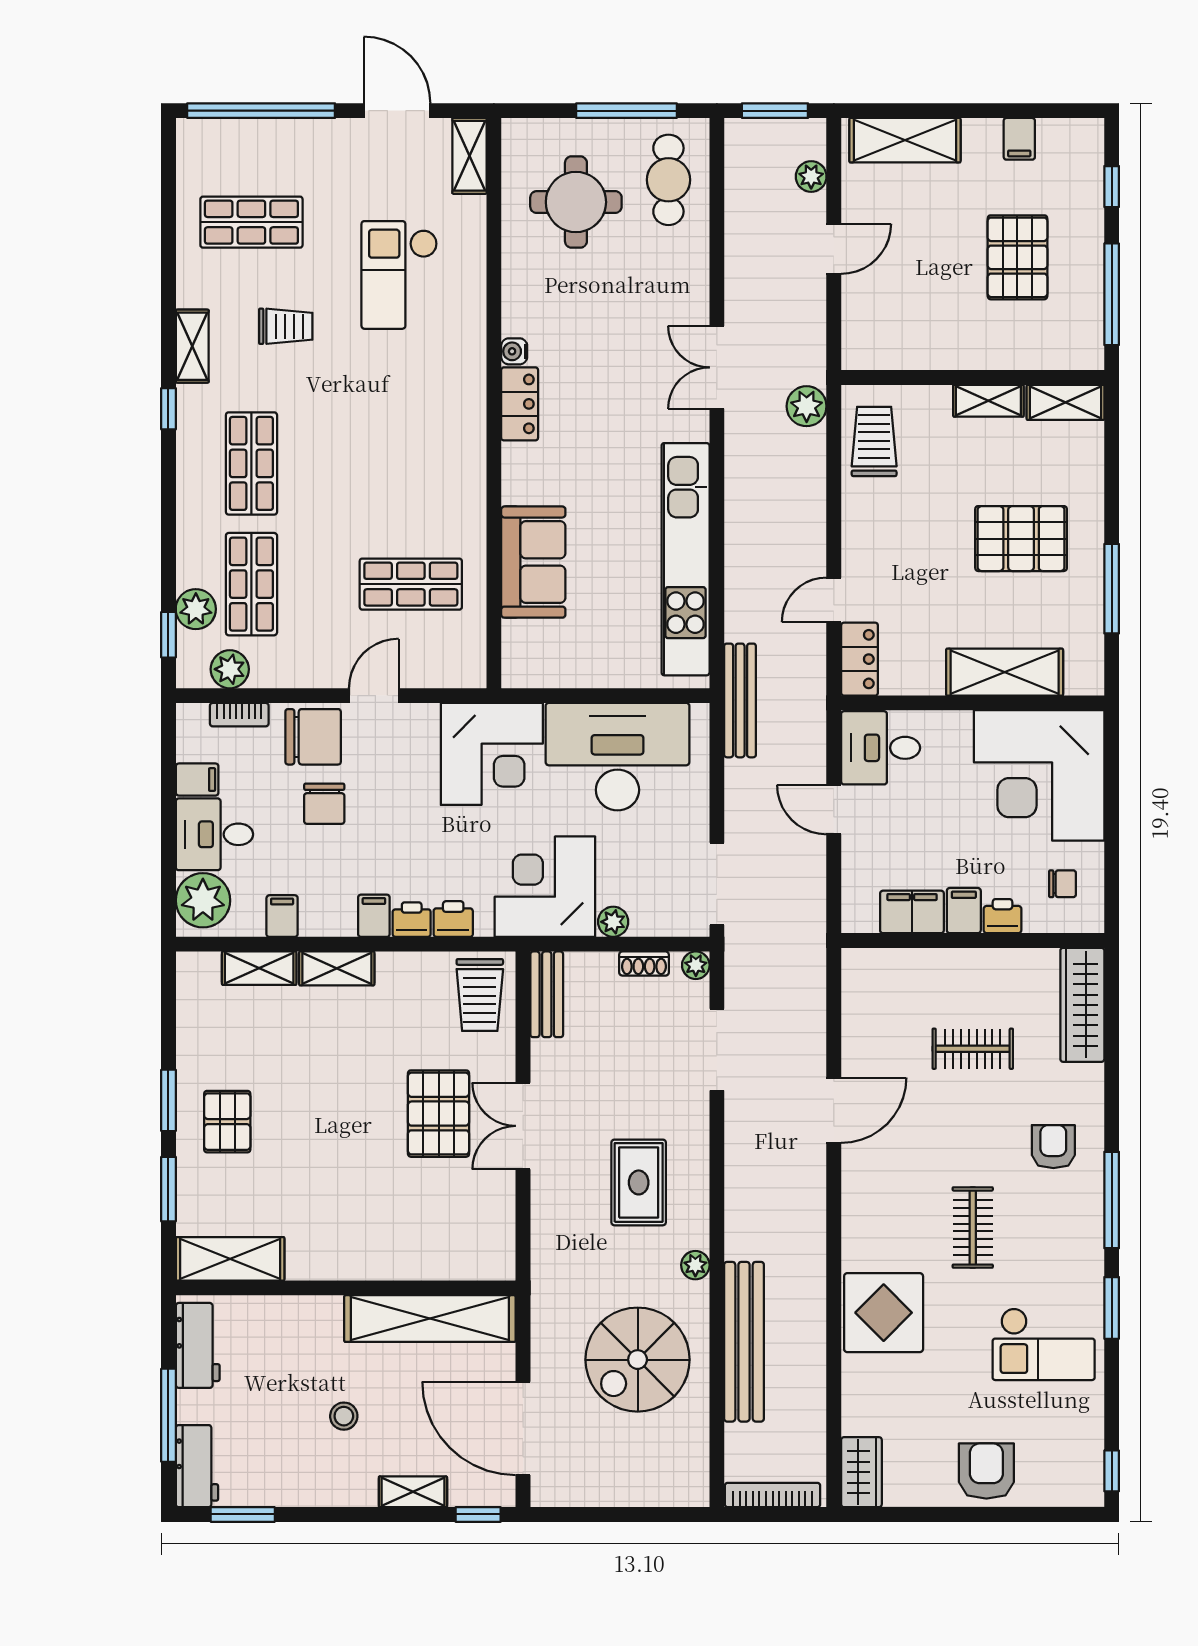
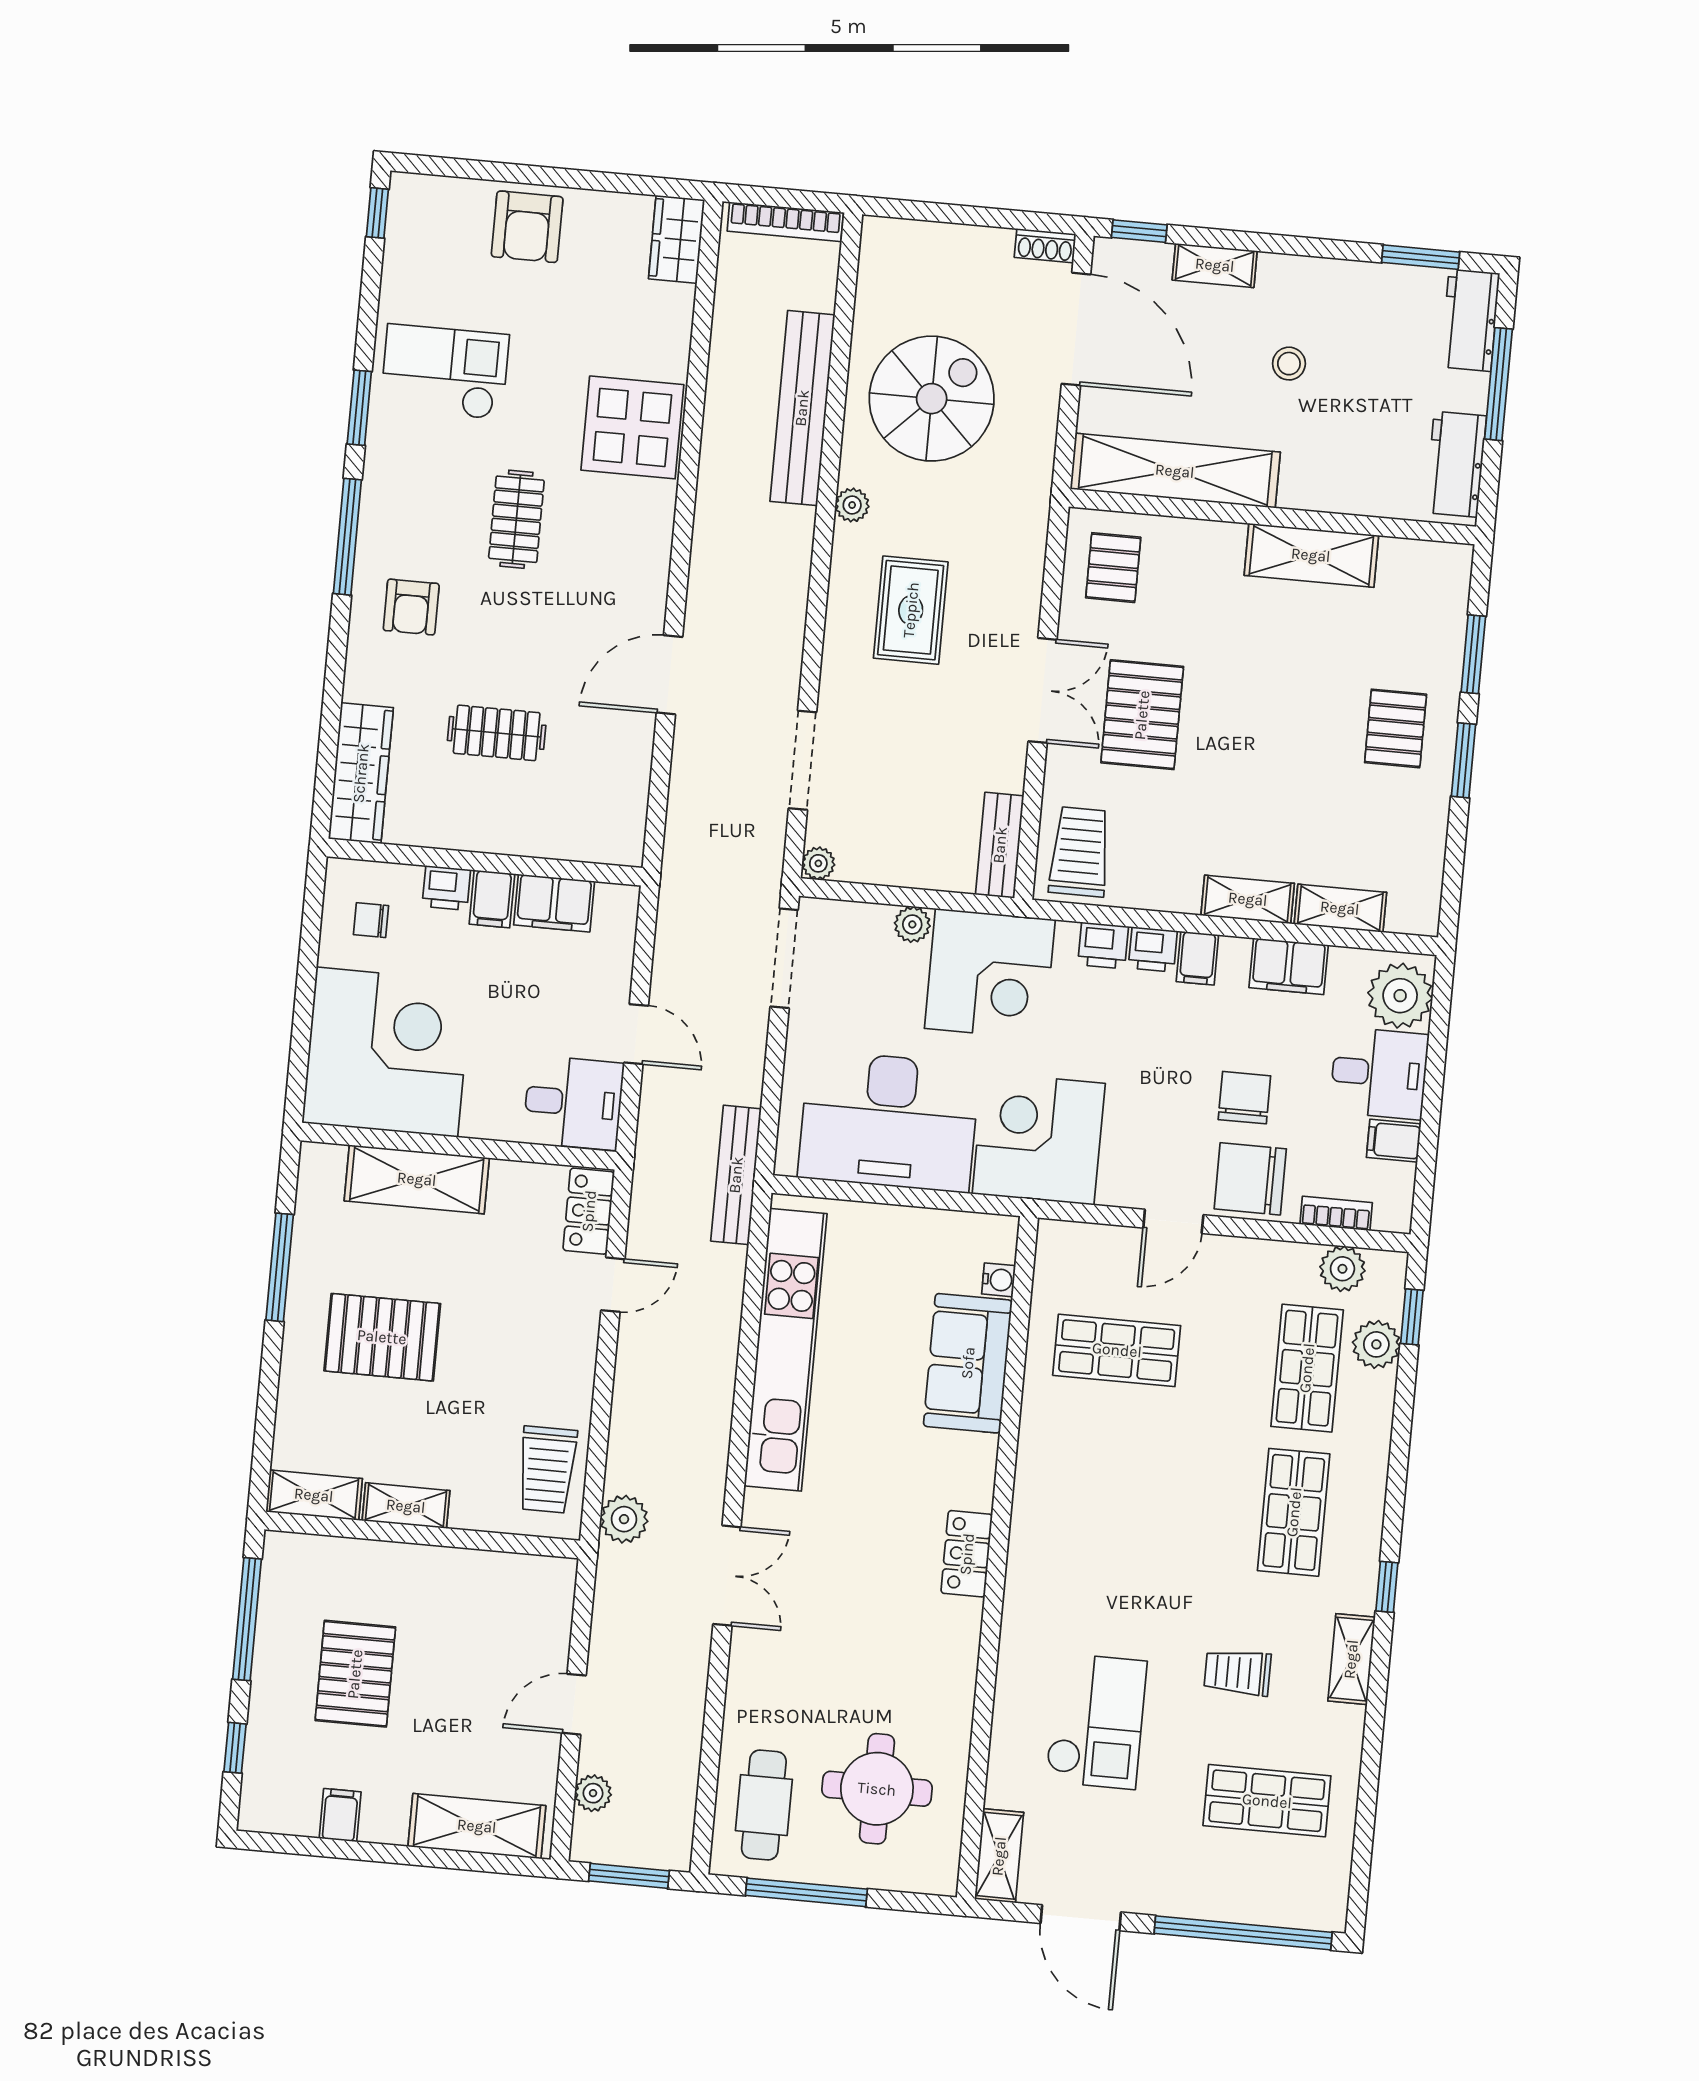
water cooler: (514, 351) -> (999, 1280), moved
filing cabinet: (282, 916) -> (1289, 966), width x2.00
shoe rack: (644, 964) -> (1045, 246), moved, turned 180
pallet: (474, 1233) -> (1113, 568), added
shelving: (230, 1259) -> (1311, 555), moved

